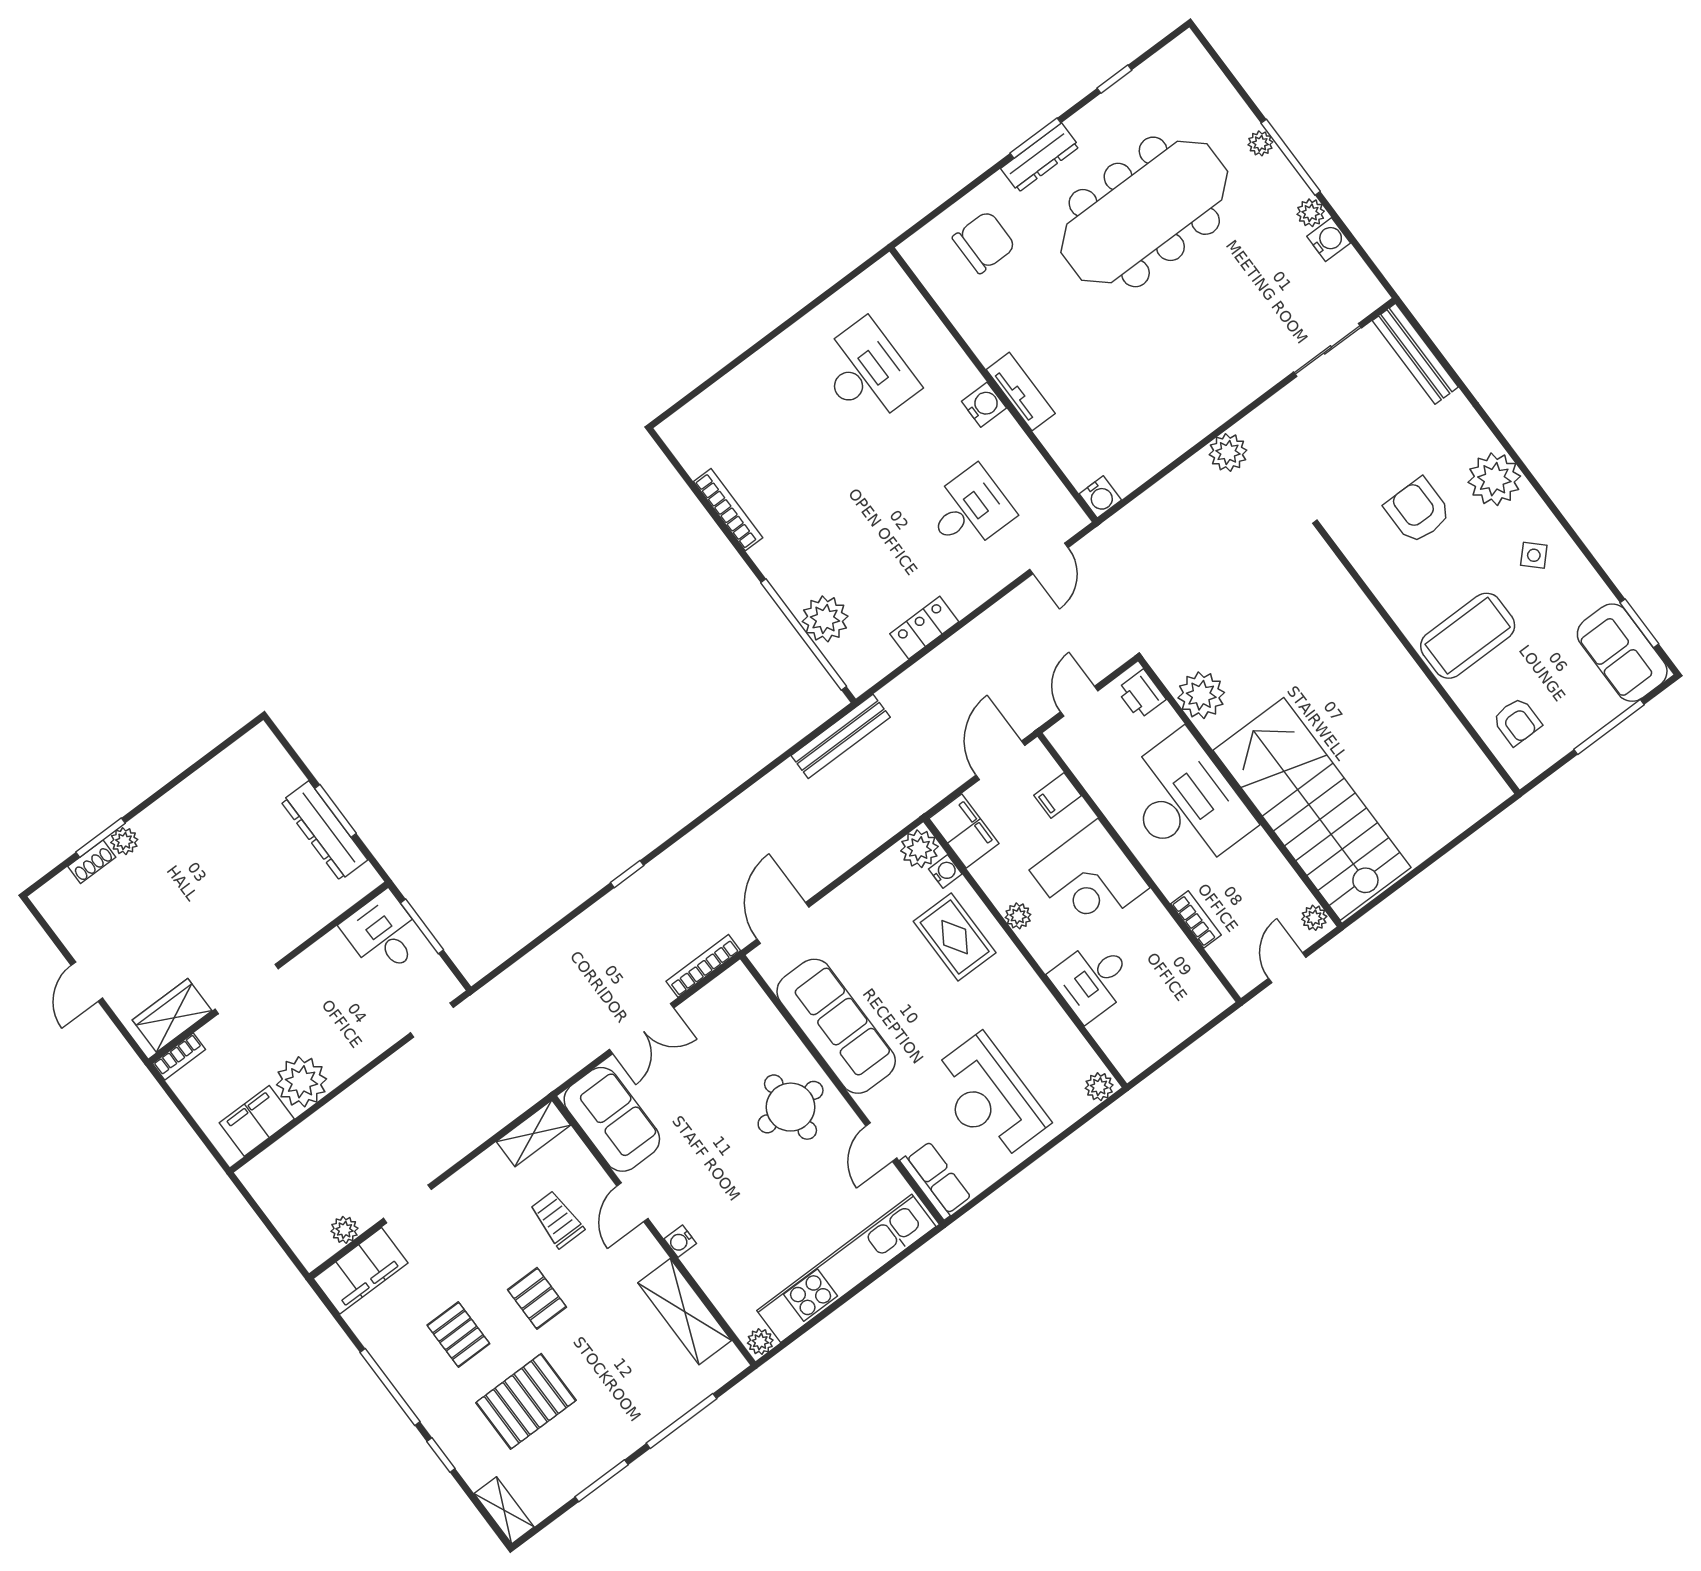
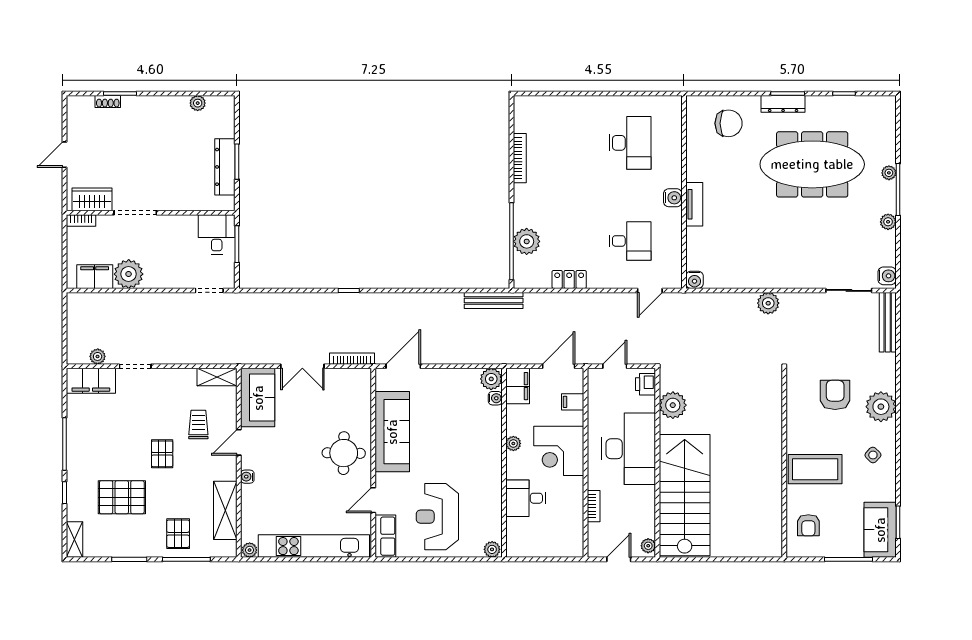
water cooler: (1329, 240) -> (887, 276), moved
plant: (124, 841) -> (198, 103), moved
rug: (955, 937) -> (477, 431), removed
pallet: (458, 1334) -> (178, 534), moved

